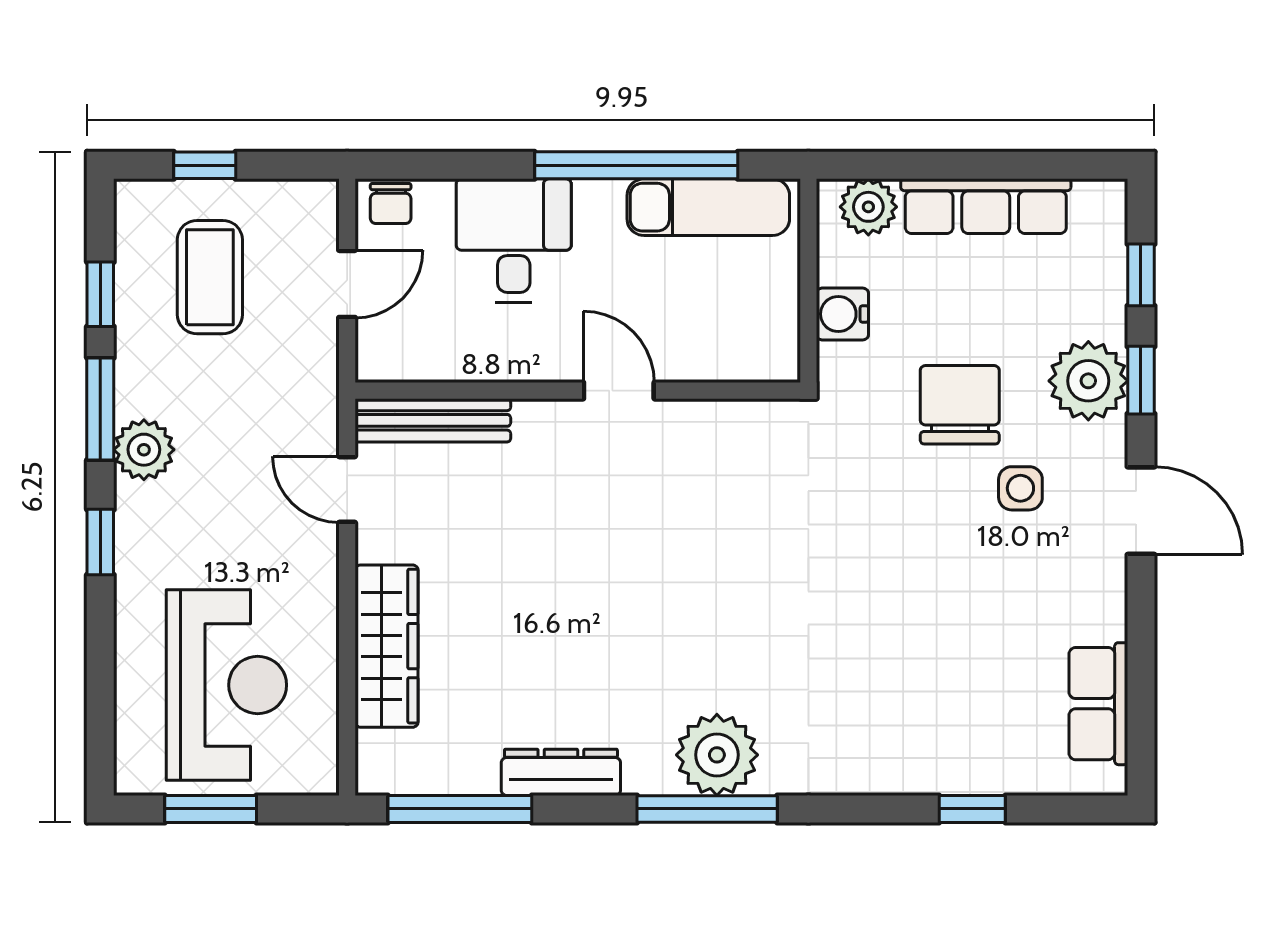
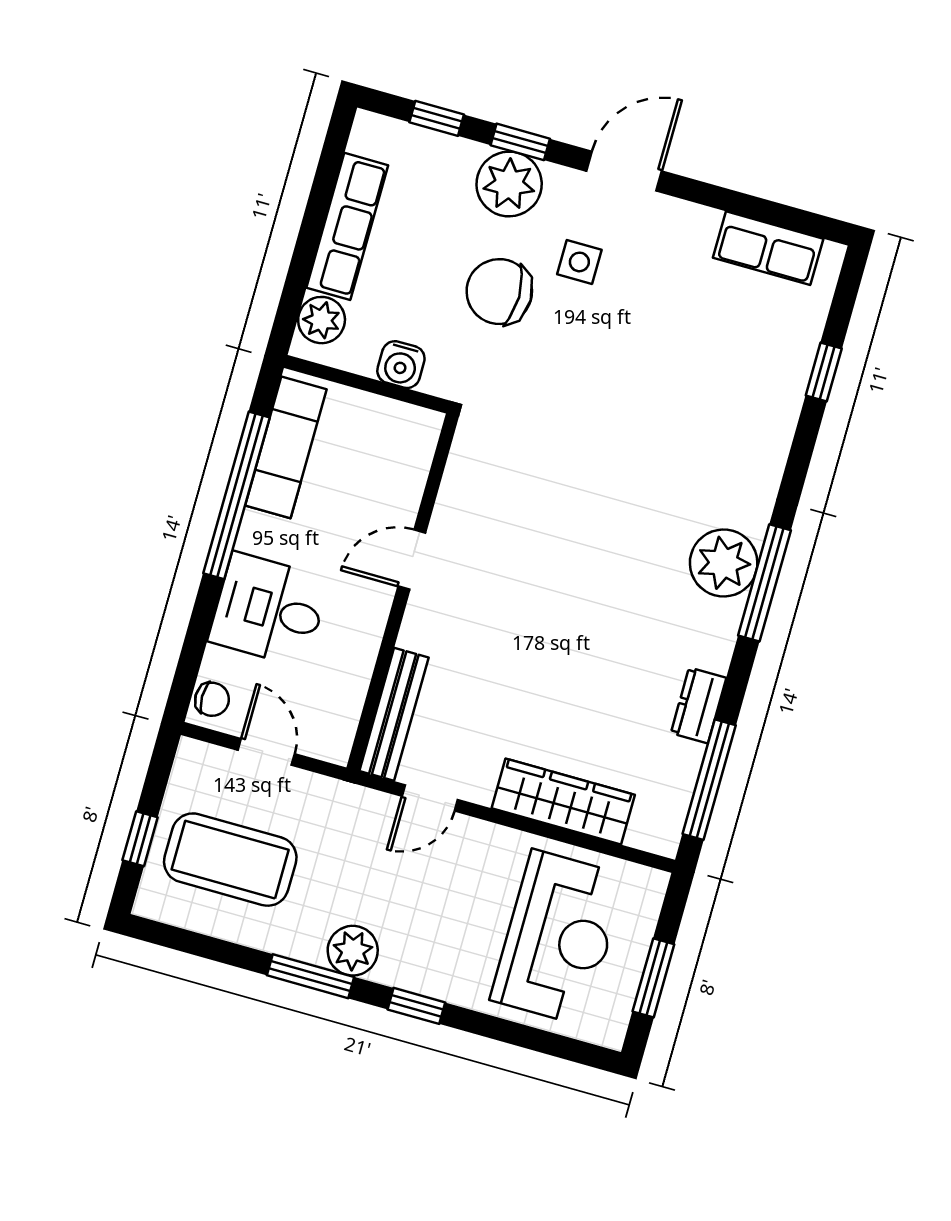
coffee table: (210, 277) -> (230, 860), width x1.36, depth x1.32
window: (100, 294) -> (219, 951), removed
reception desk: (226, 685) -> (558, 938), turned 90
dresser: (561, 772) -> (699, 705), width x0.70

